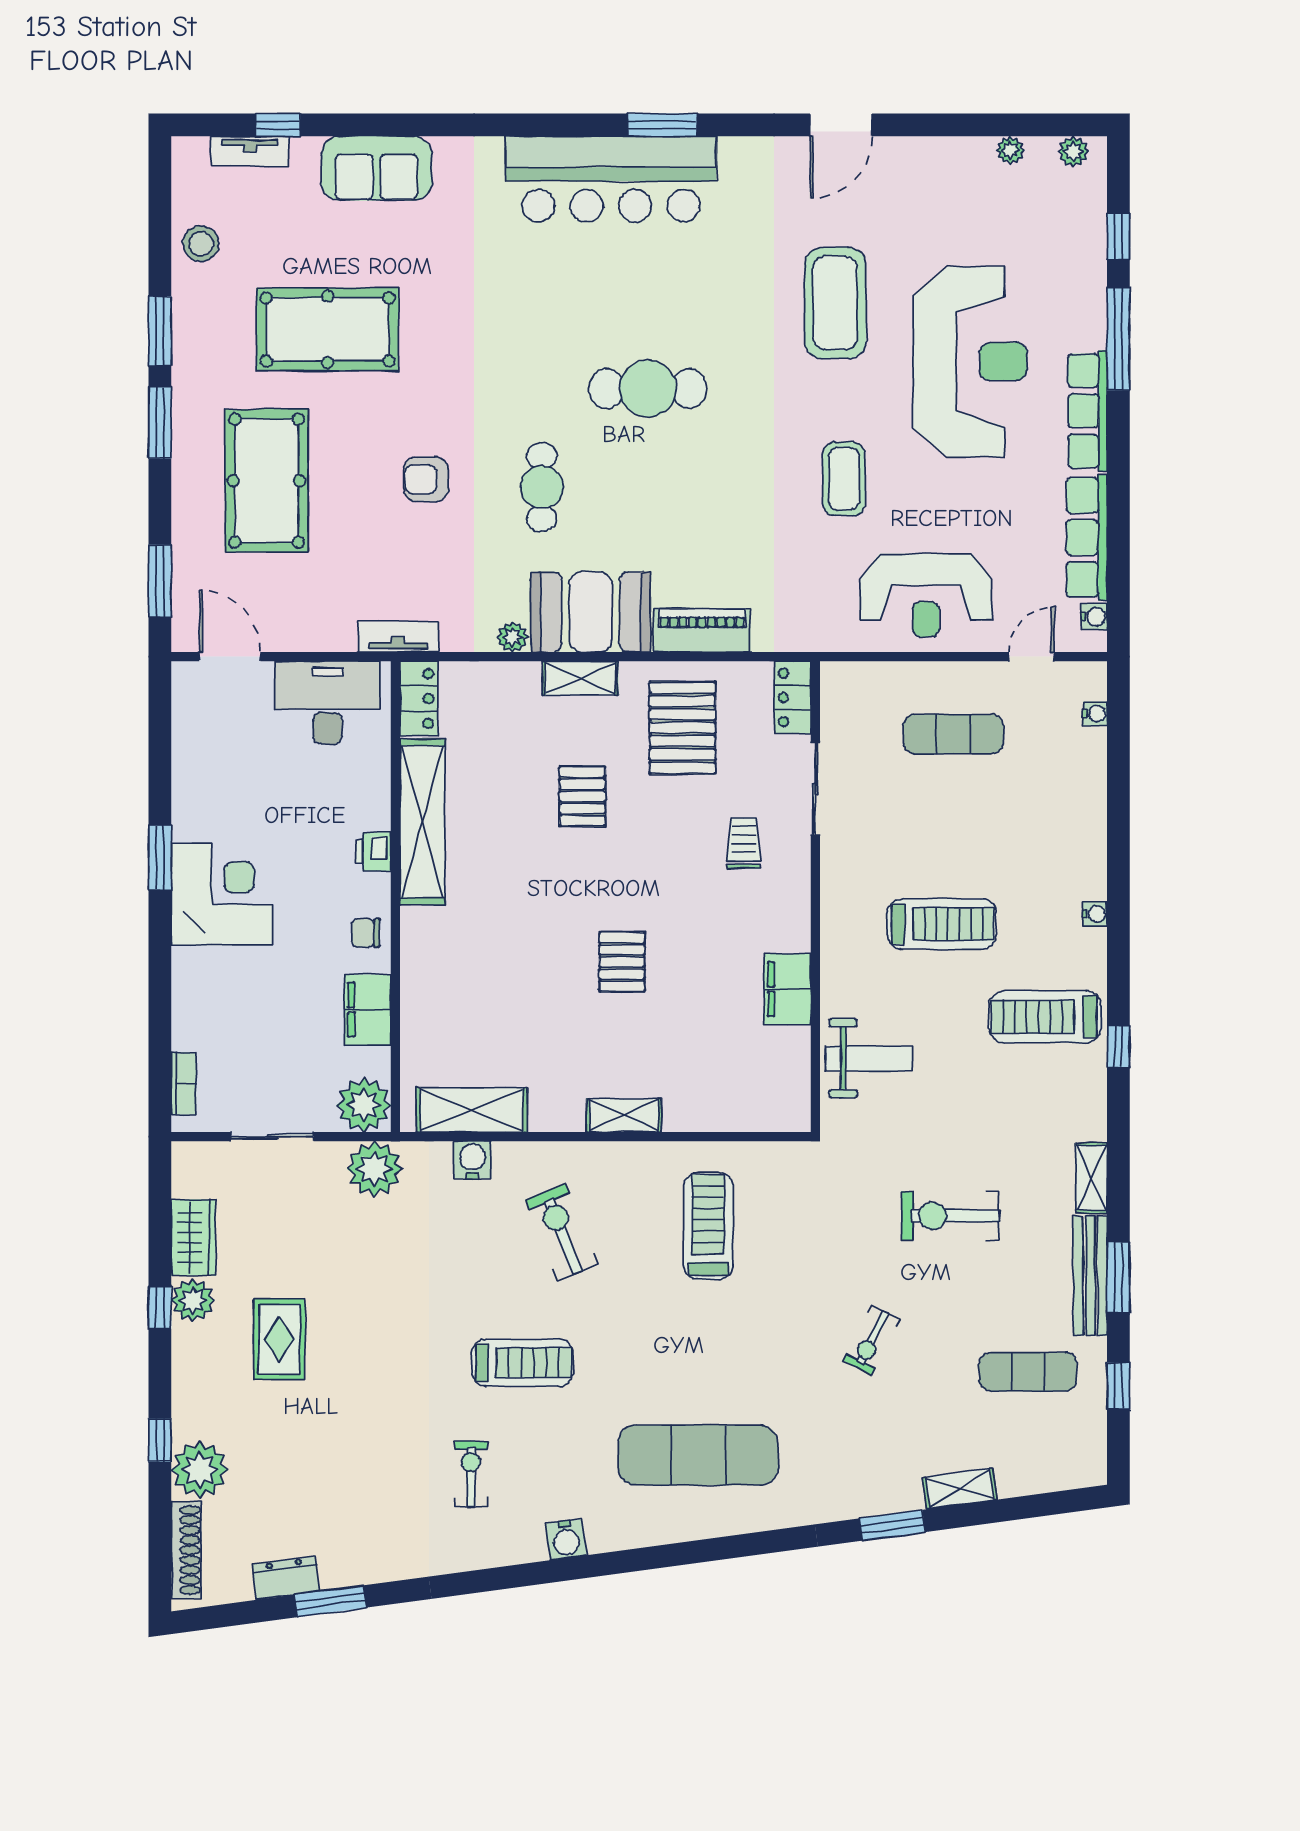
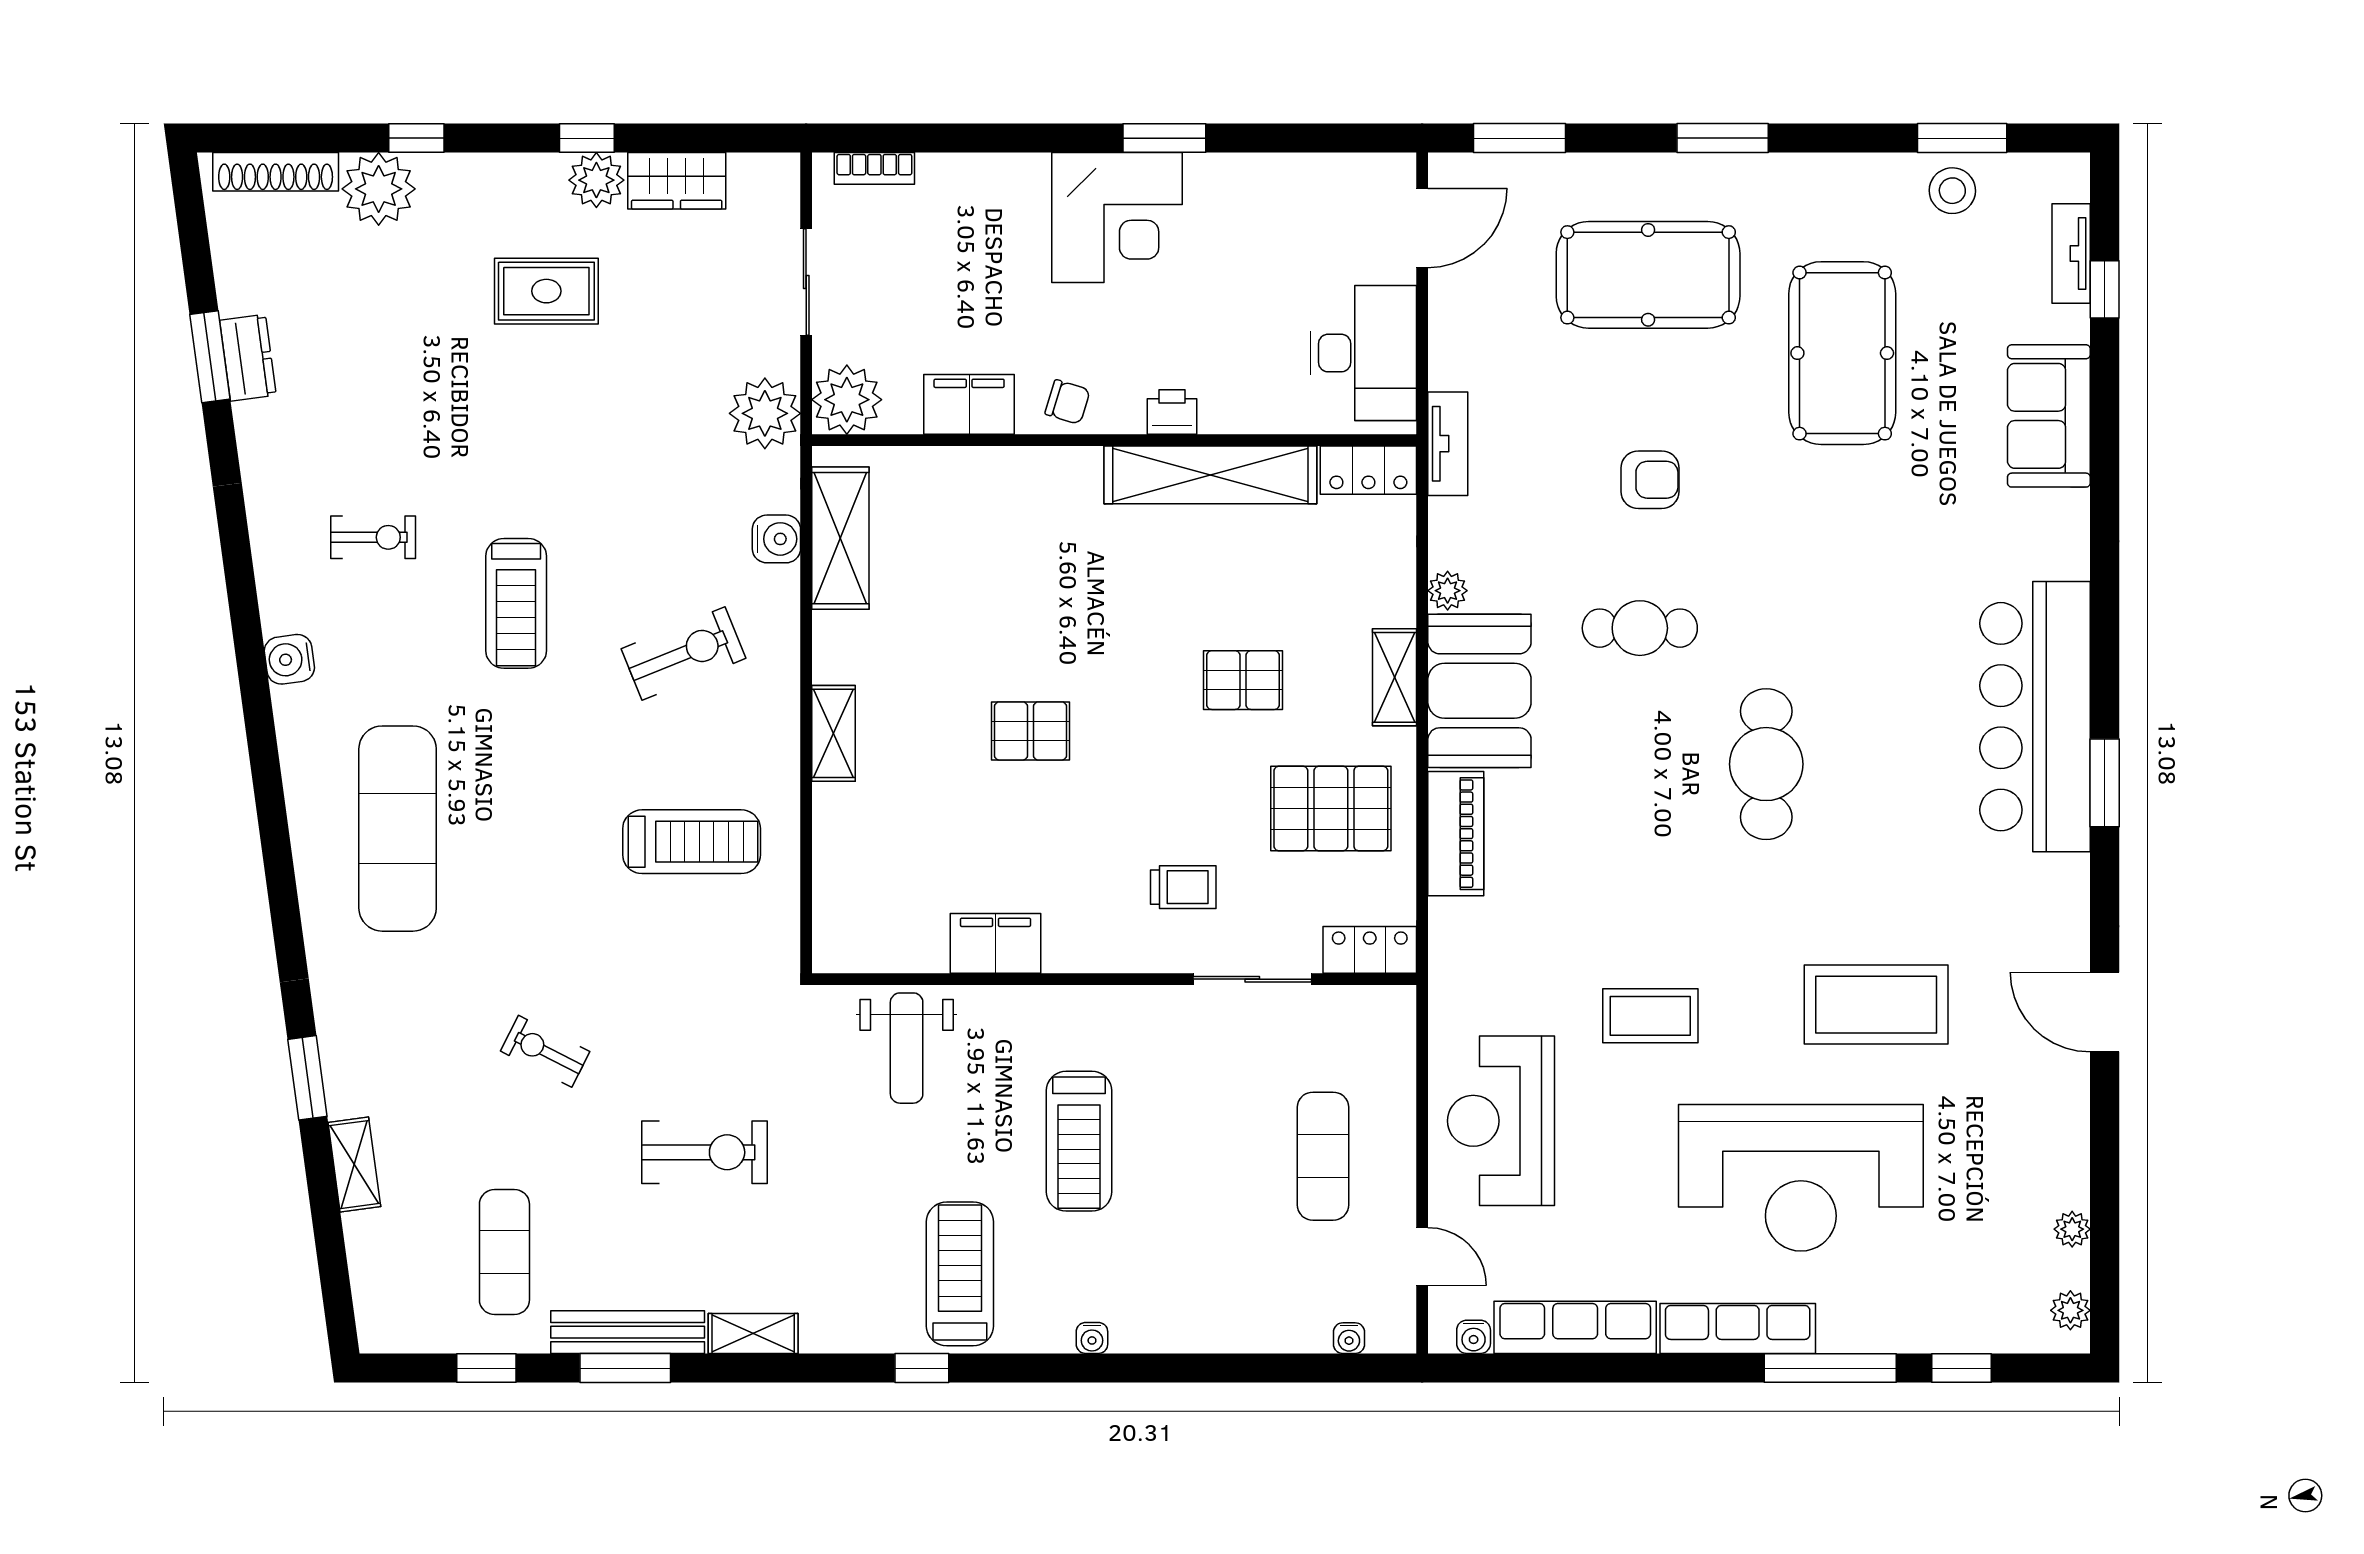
window: (160, 331) -> (1962, 138), moved
armchair: (426, 479) -> (1650, 480), turned 90
chair: (366, 933) -> (1068, 402), turned 107
exercise bike: (950, 1216) -> (705, 1152), turned 90
dresser: (286, 1578) -> (248, 358), moved

